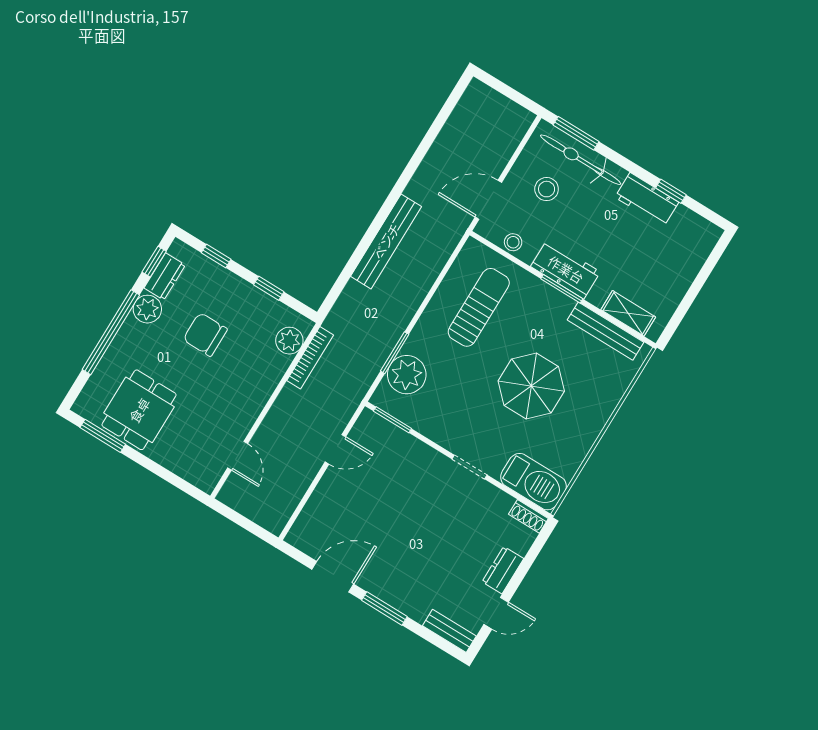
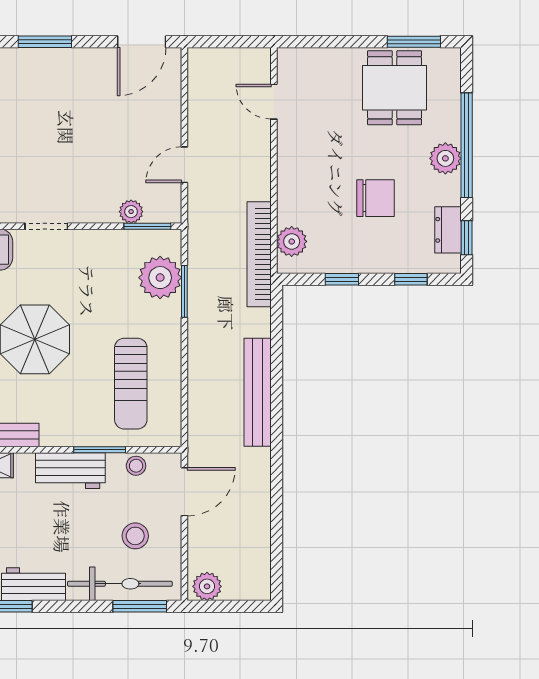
plant: (515, 117) -> (207, 586), added
window: (562, 289) -> (100, 450), moved
plant: (147, 309) -> (445, 158), moved
bookcase: (310, 358) -> (259, 254), width x1.48, depth x1.31
plant: (398, 439) -> (131, 212), added
door: (333, 577) -> (142, 42), moved

